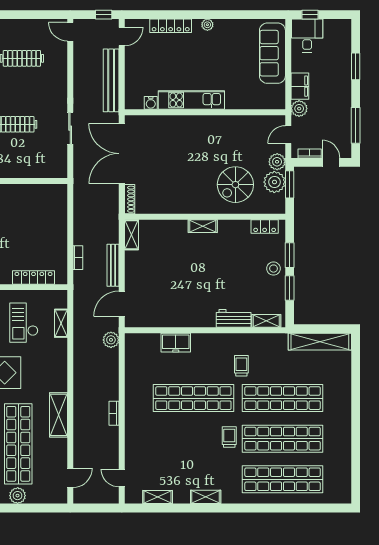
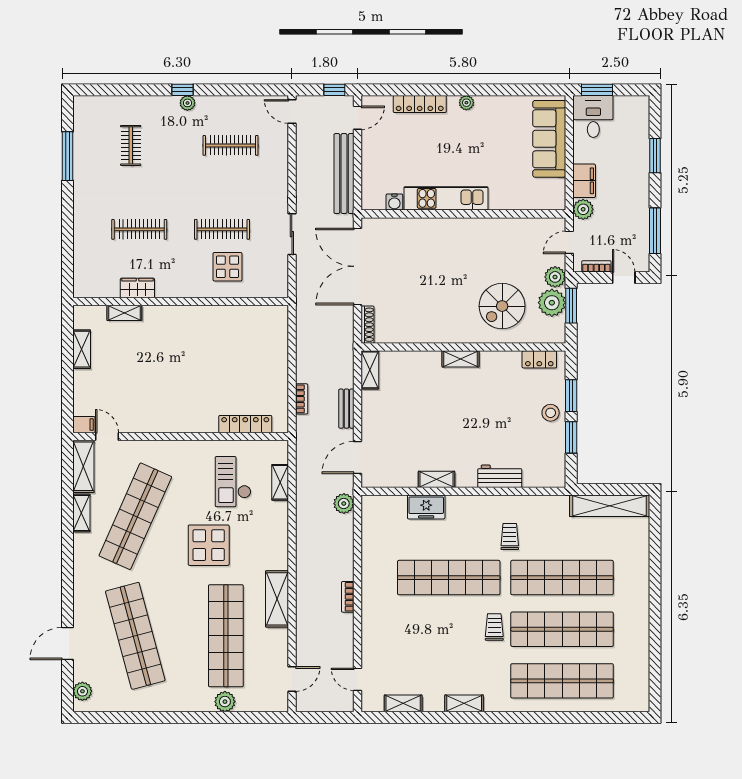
window: (310, 15) -> (597, 90), width x1.50
display table: (20, 154) -> (227, 267), added
bench: (113, 265) -> (346, 409), width x0.73
shelving: (266, 321) -> (436, 479), moved

